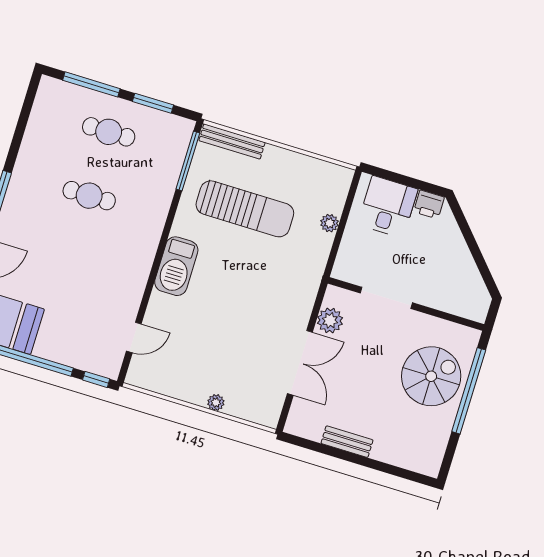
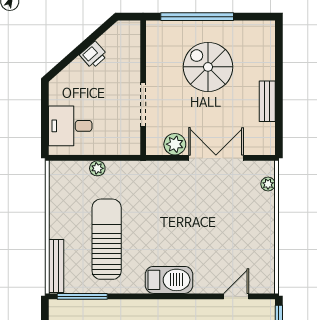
printer: (429, 204) -> (94, 55), moved, turned 48
door: (134, 338) -> (236, 296), hinge flipped
spiral stairs: (431, 376) -> (208, 67), moved
plant: (216, 403) -> (268, 184), moved

